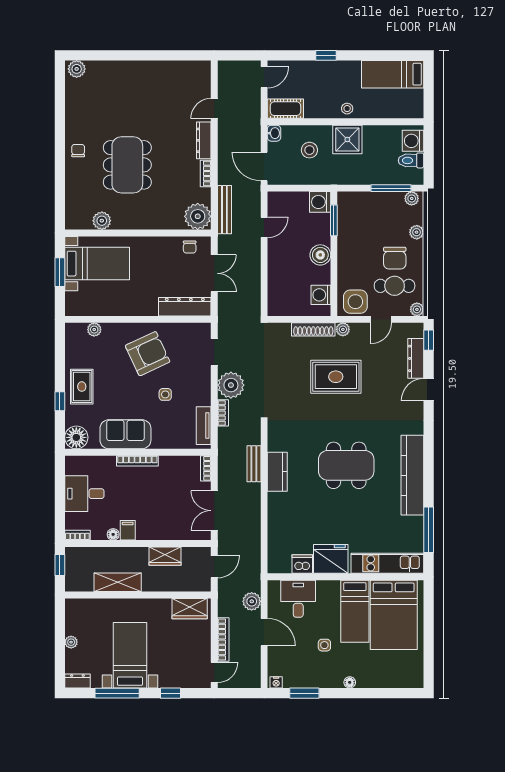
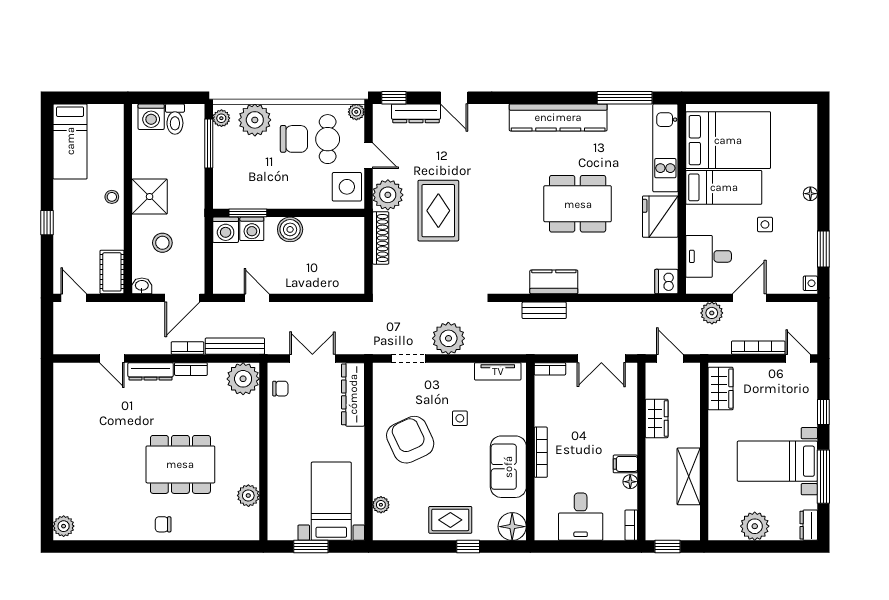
plant: (417, 232) -> (255, 120), width x1.88, depth x1.88
bed with nightstands: (97, 264) -> (331, 501), moved
washing machine: (321, 295) -> (252, 229), moved
plant: (343, 329) -> (388, 195), width x1.87, depth x1.87
bookcase: (223, 413) -> (188, 348), moved
dining table: (346, 465) -> (578, 204), moved, turned 90
dishwasher: (302, 564) -> (666, 282), moved
plant: (71, 642) -> (755, 526), width x1.88, depth x1.88

